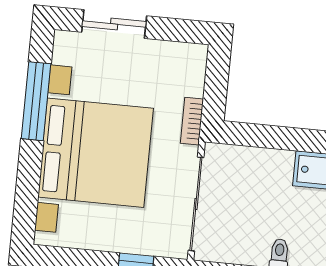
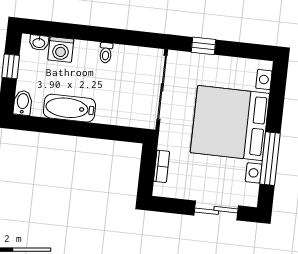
bookcase: (192, 121) -> (162, 166), moved

